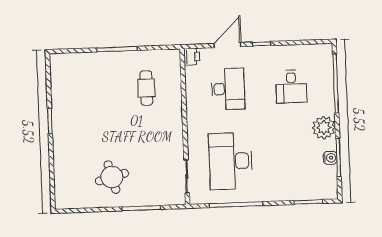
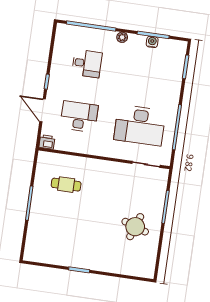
plant: (324, 128) -> (122, 37), width x0.53, depth x0.53
round table: (112, 177) -> (135, 227), turned 34

